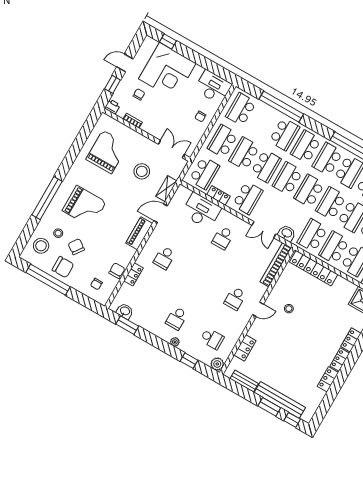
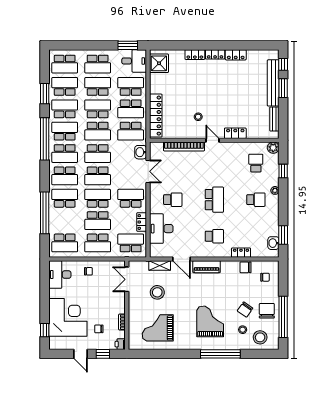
bookcase: (276, 265) -> (184, 146), moved
school desk: (235, 298) -> (214, 200), moved, width x1.85
locker: (245, 348) -> (235, 133), moved

